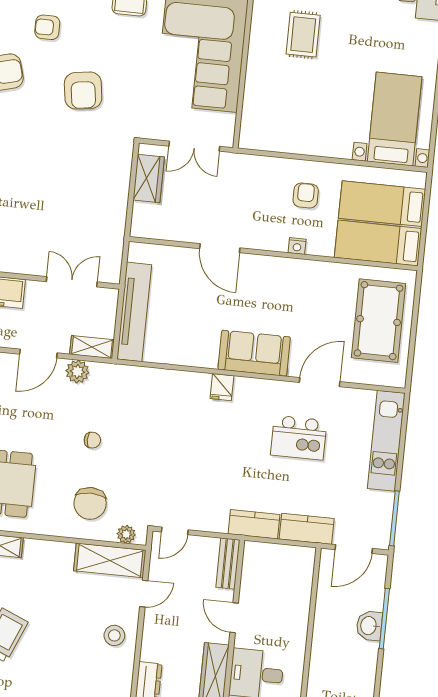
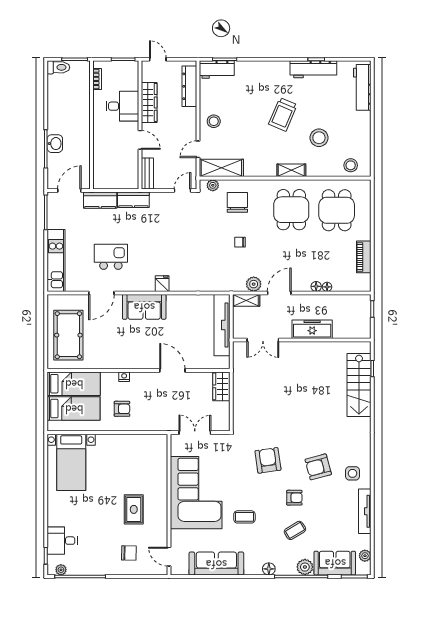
wardrobe: (149, 179) -> (221, 386), moved
armchair: (306, 196) -> (122, 409), turned -90

